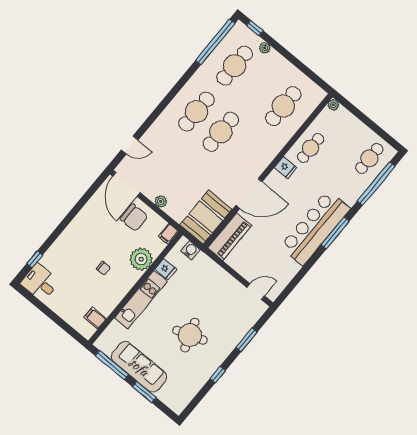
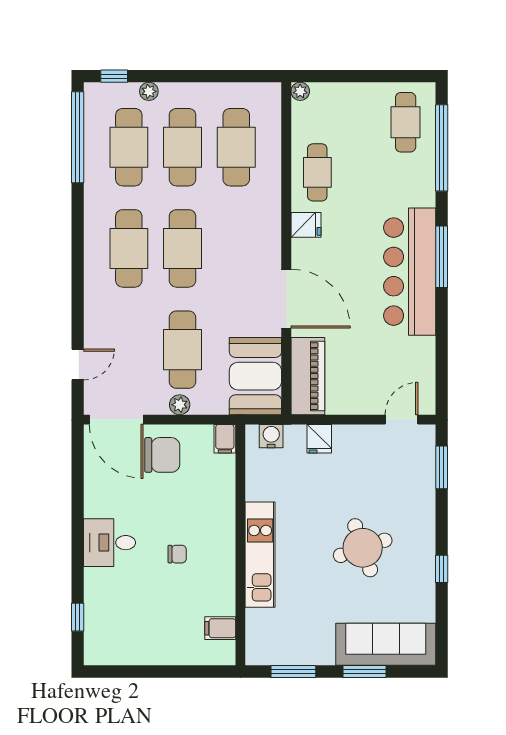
cafe table: (259, 86) -> (183, 147), added
cafe table: (183, 178) -> (183, 350), added
door: (249, 193) -> (286, 299), hinge flipped
plant: (141, 259) -> (216, 501), removed
fridge: (166, 269) -> (319, 439), moved, turned 90
desk: (40, 282) -> (110, 543), moved
window: (246, 340) -> (442, 467), moved
window: (112, 365) -> (293, 672), width x0.69
sofa: (139, 367) -> (386, 644), moved

